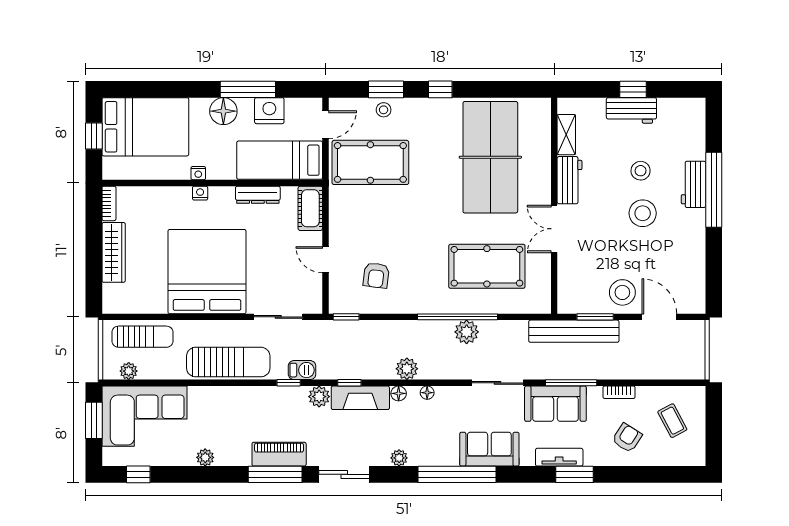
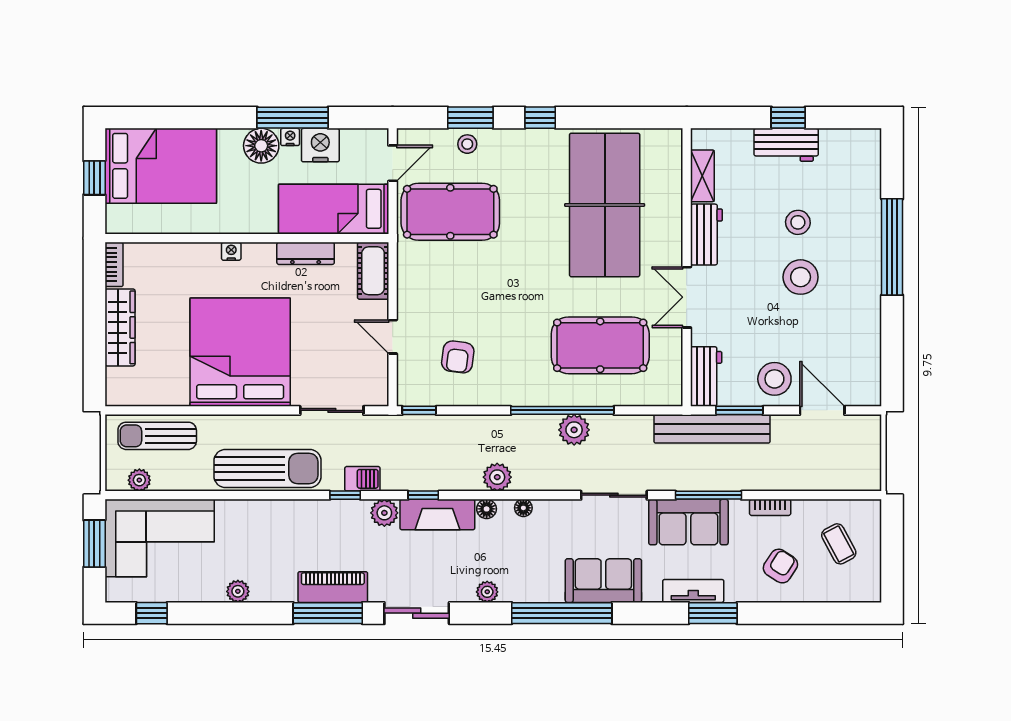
nightstand: (198, 173) -> (290, 137), moved, turned 180
workbench: (693, 184) -> (706, 377), moved, turned 180
sun lounger: (142, 337) -> (157, 436), turned 180

